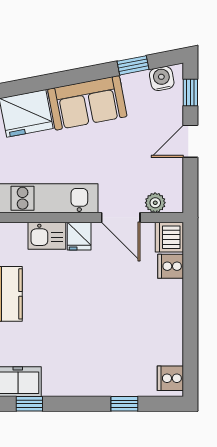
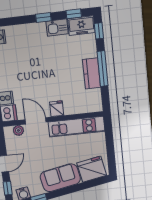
kitchen sink: (47, 236) -> (57, 28), moved, turned 180
window: (124, 404) -> (43, 17), moved

